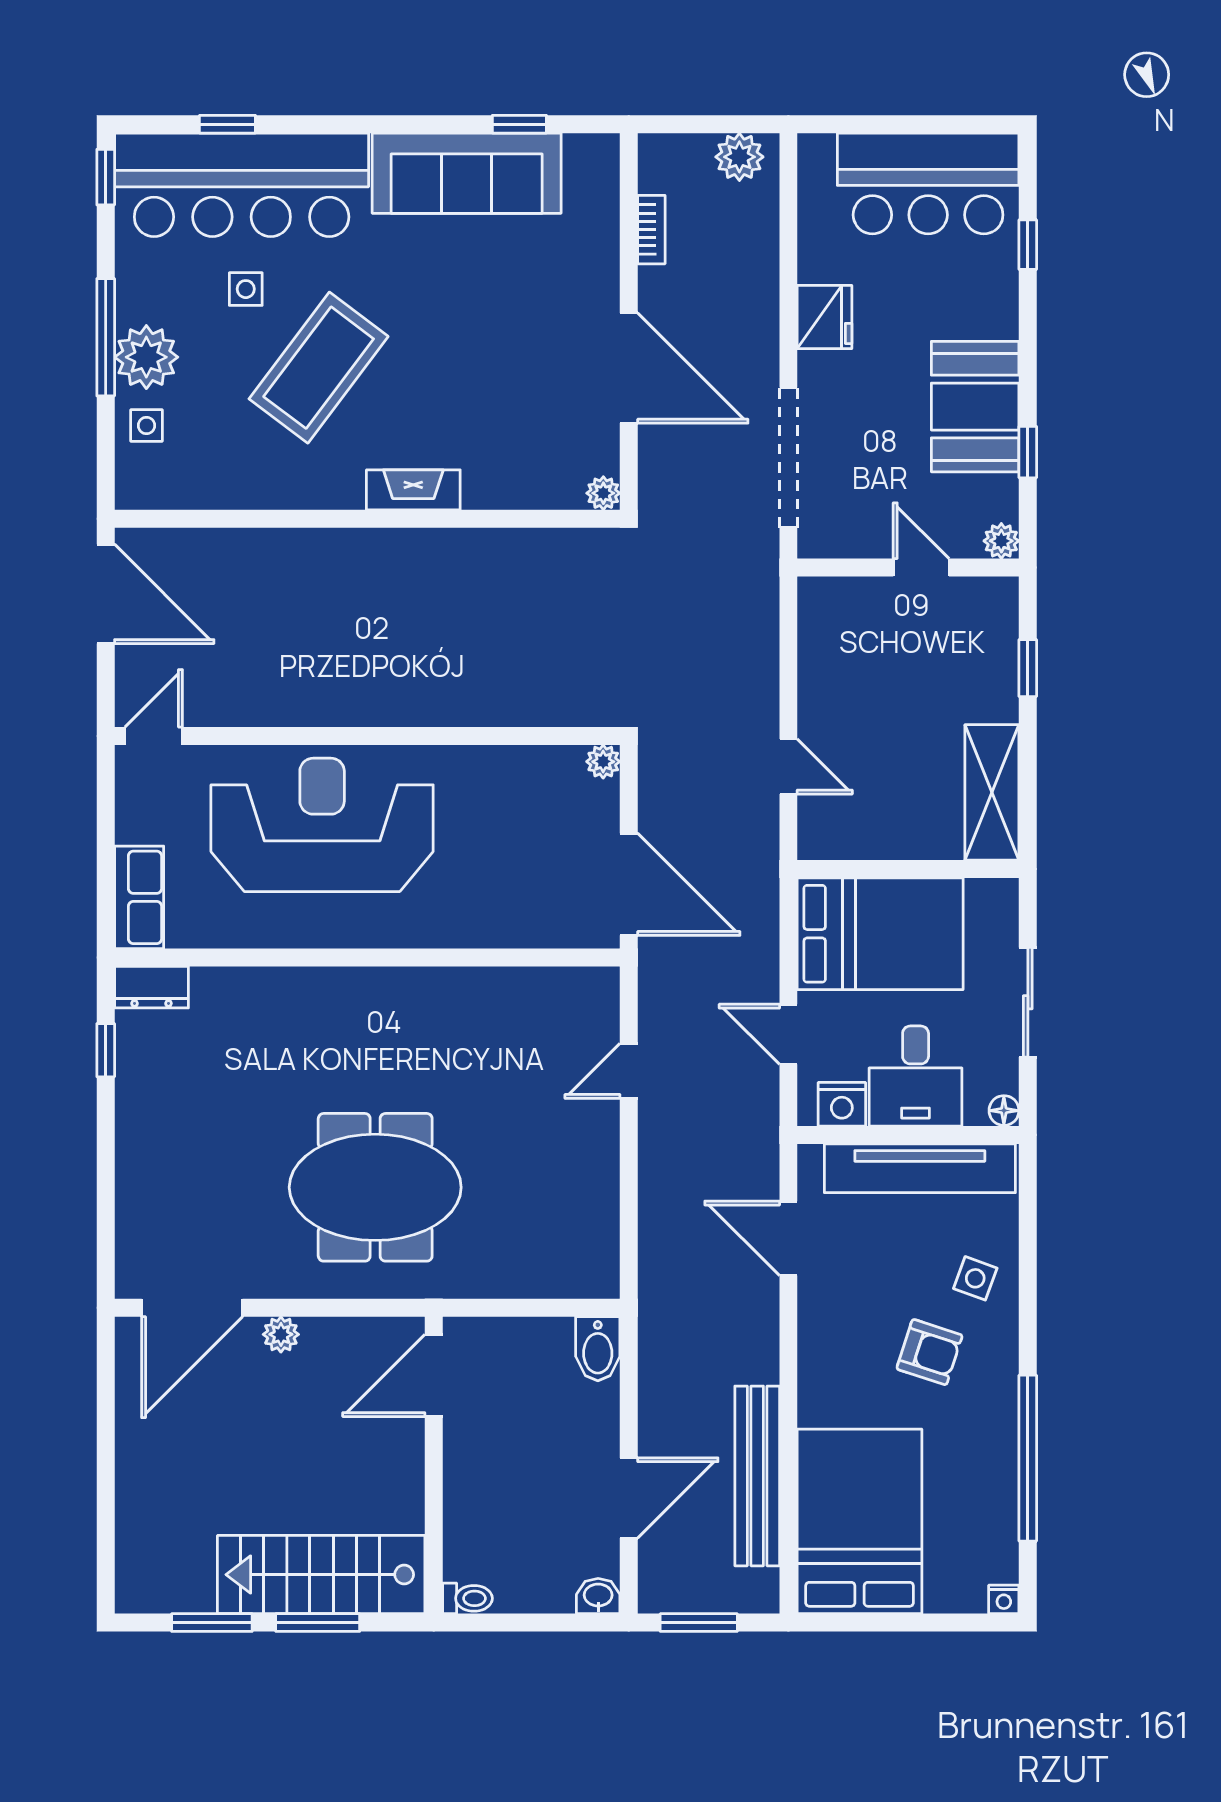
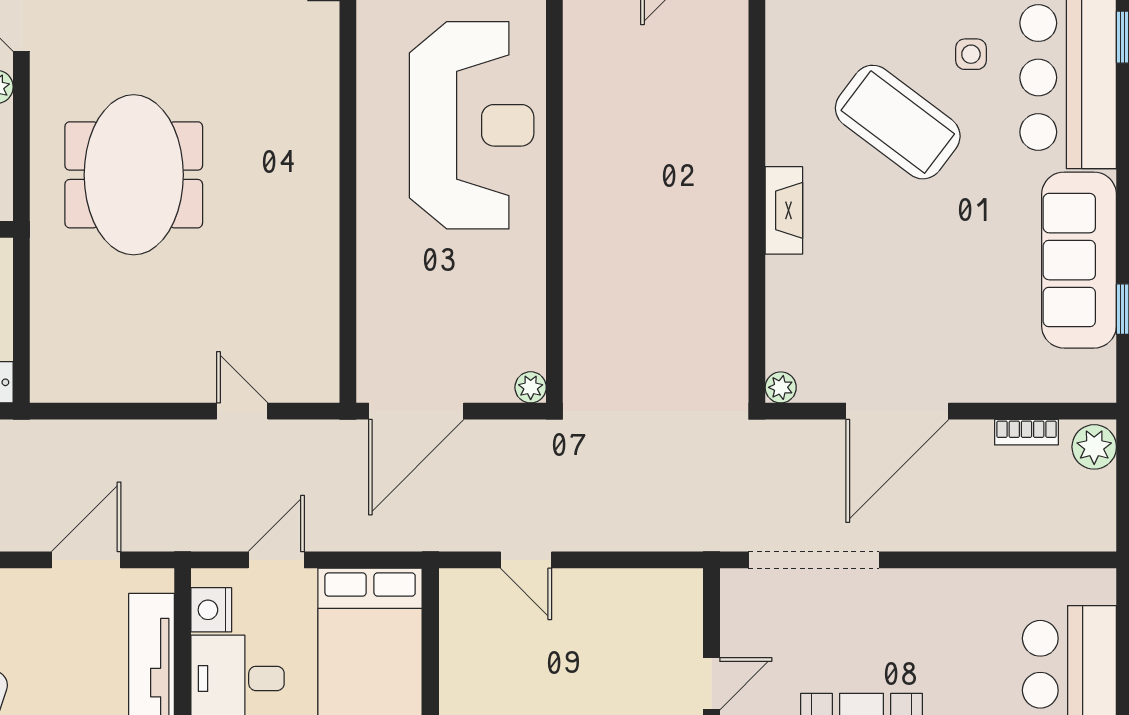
plant: (739, 157) -> (1094, 447), moved
fridge: (825, 317) -> (945, 594), removed
door: (788, 766) -> (526, 560), hinge flipped

